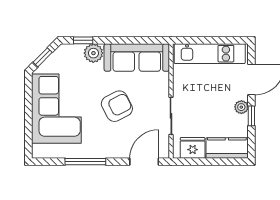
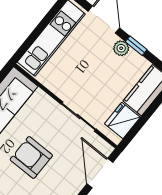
armchair: (117, 106) -> (31, 157), turned -63

